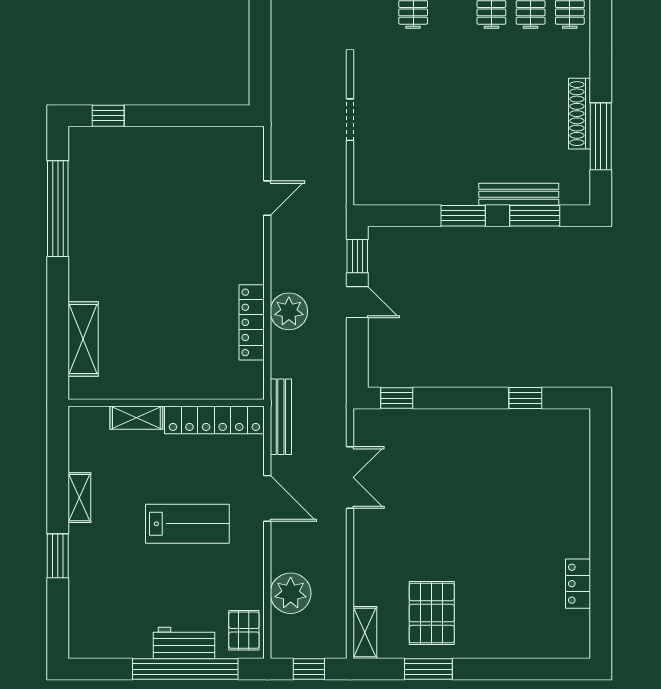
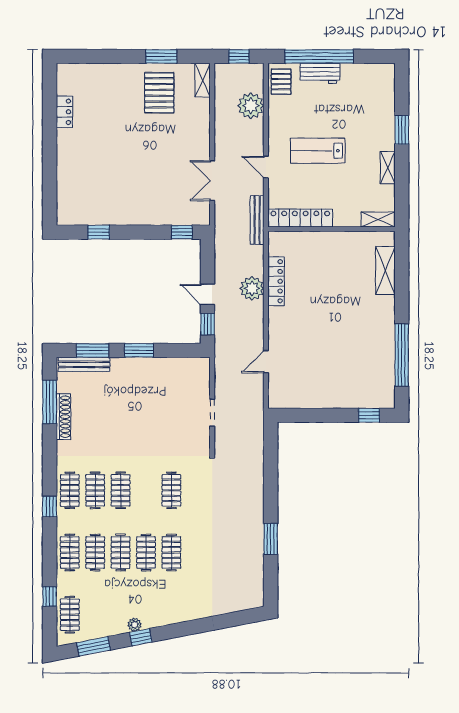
bench: (519, 194) -> (84, 364), moved
shelving: (136, 418) -> (378, 219), moved
door: (267, 498) -> (266, 167), width x0.73

